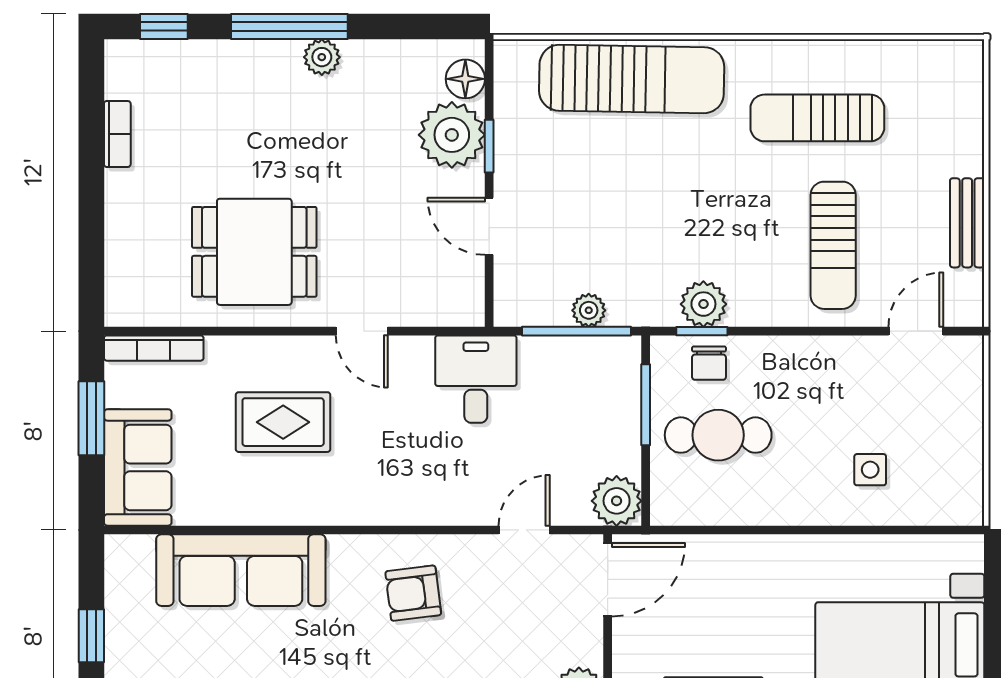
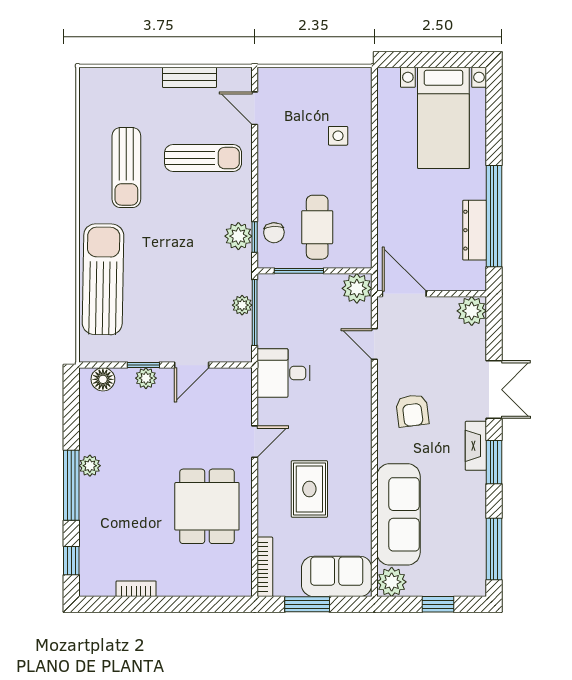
plant: (452, 135) -> (146, 378), width x0.53, depth x0.53
chair: (709, 363) -> (274, 233), turned 87
plant: (129, 559) -> (392, 582), added

